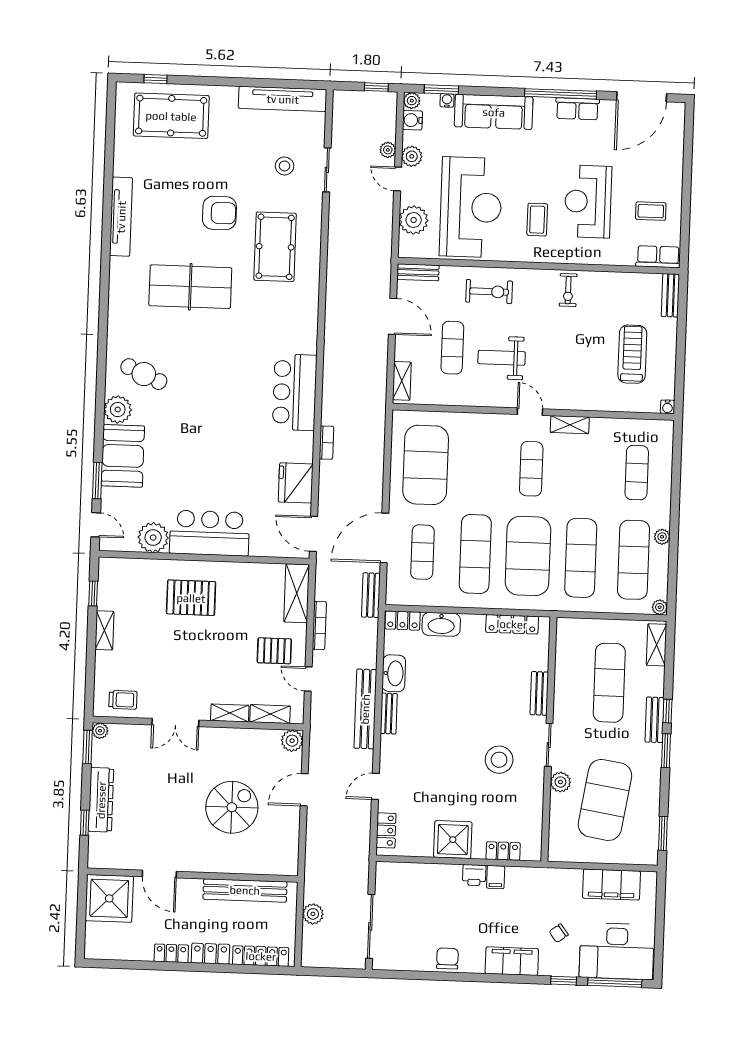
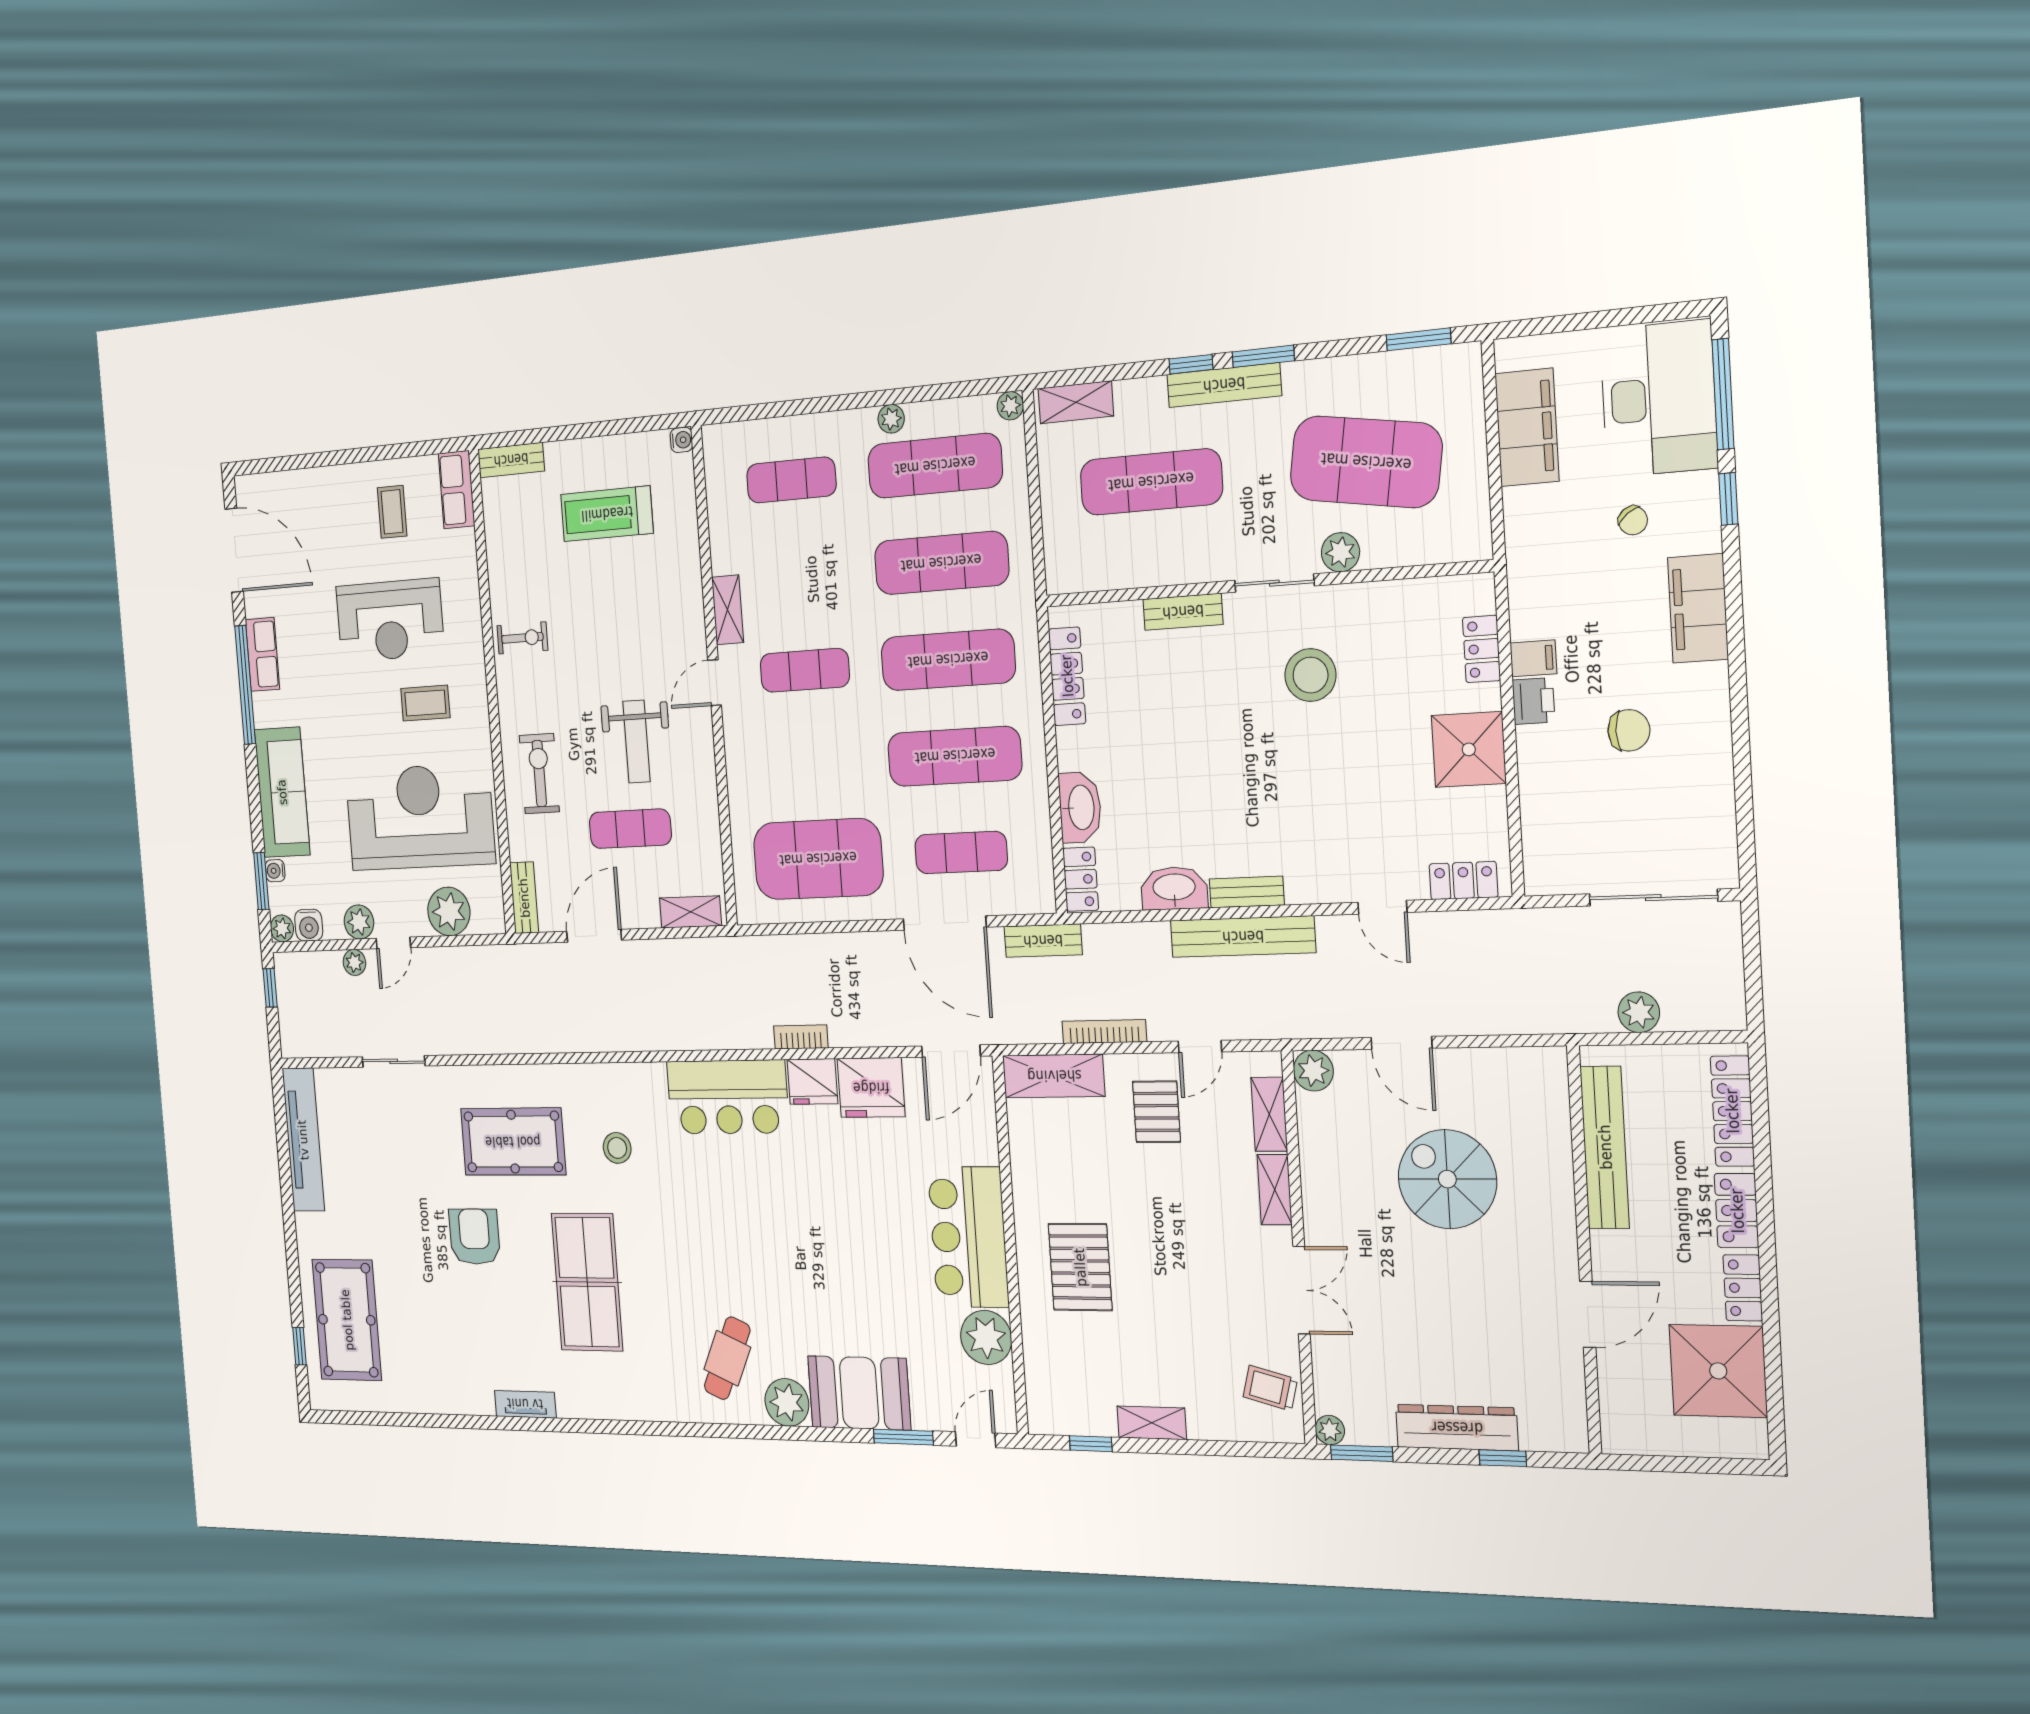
stool: (285, 166) -> (617, 1148), moved
tv unit: (121, 217) -> (525, 1404), width x0.52, depth x0.78
fridge: (301, 447) -> (812, 1082), added
exercise mat: (528, 556) -> (948, 660), width x0.68
trolley: (123, 700) -> (1270, 1388), turned -75
bench: (654, 720) -> (1224, 385), width x1.36
shower: (109, 898) -> (1718, 1371), moved
chair: (447, 958) -> (1629, 730), moved, turned 180

